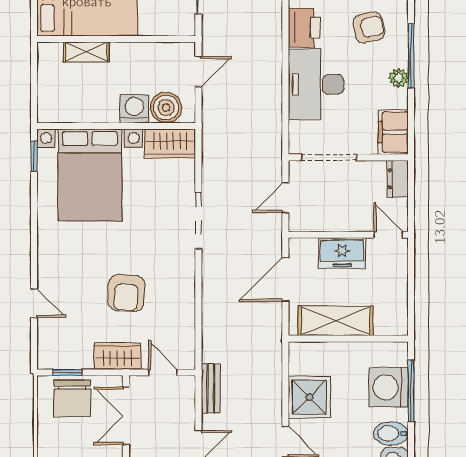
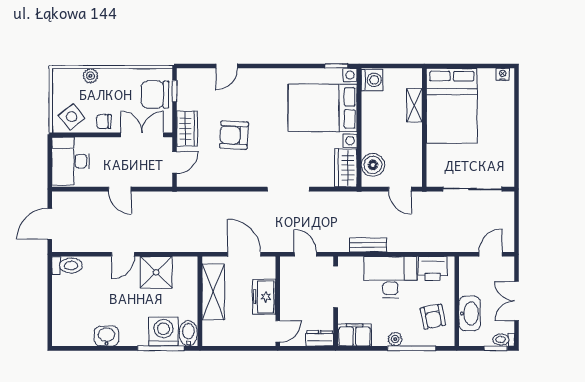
washing machine: (134, 109) -> (372, 80), moved
bench: (211, 388) -> (368, 245), moved
bidet: (391, 433) -> (188, 333), moved

